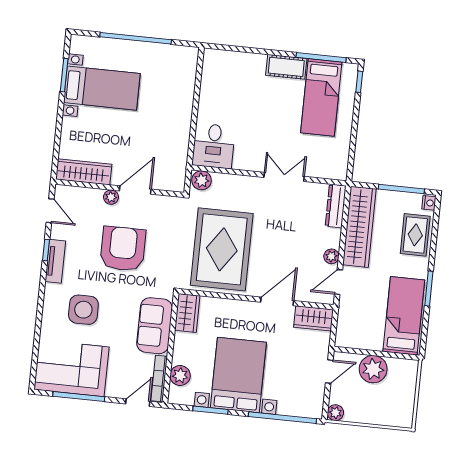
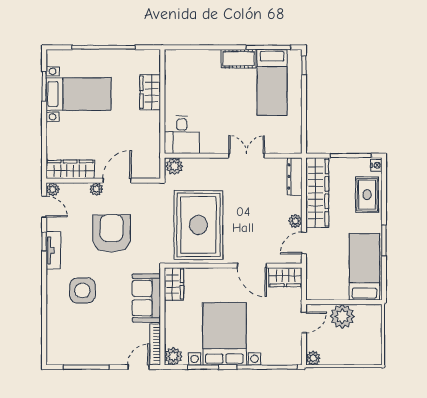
wardrobe: (183, 94) -> (150, 92), added
plant: (62, 192) -> (53, 189), added
door: (277, 301) -> (252, 266), swing flipped
corner sofa: (71, 368) -> (77, 343), removed
plant: (180, 376) -> (173, 356), moved

